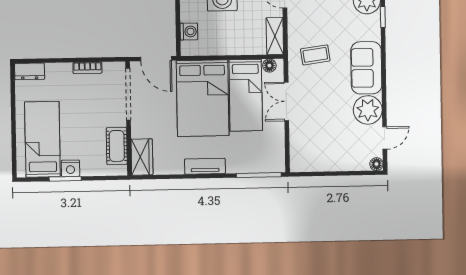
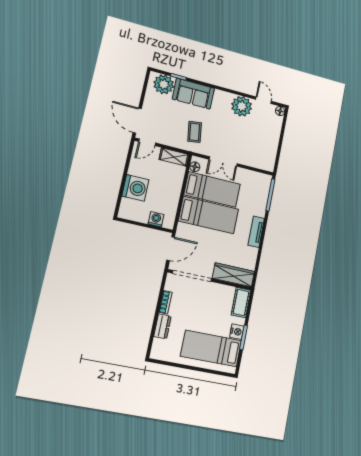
sofa: (366, 68) -> (193, 94), moved
dresser: (30, 71) -> (162, 326), moved
bed: (203, 98) -> (209, 215), width x0.67
cot: (117, 146) -> (241, 303), moved, turned 90
wardrobe: (142, 157) -> (233, 275), width x1.50

